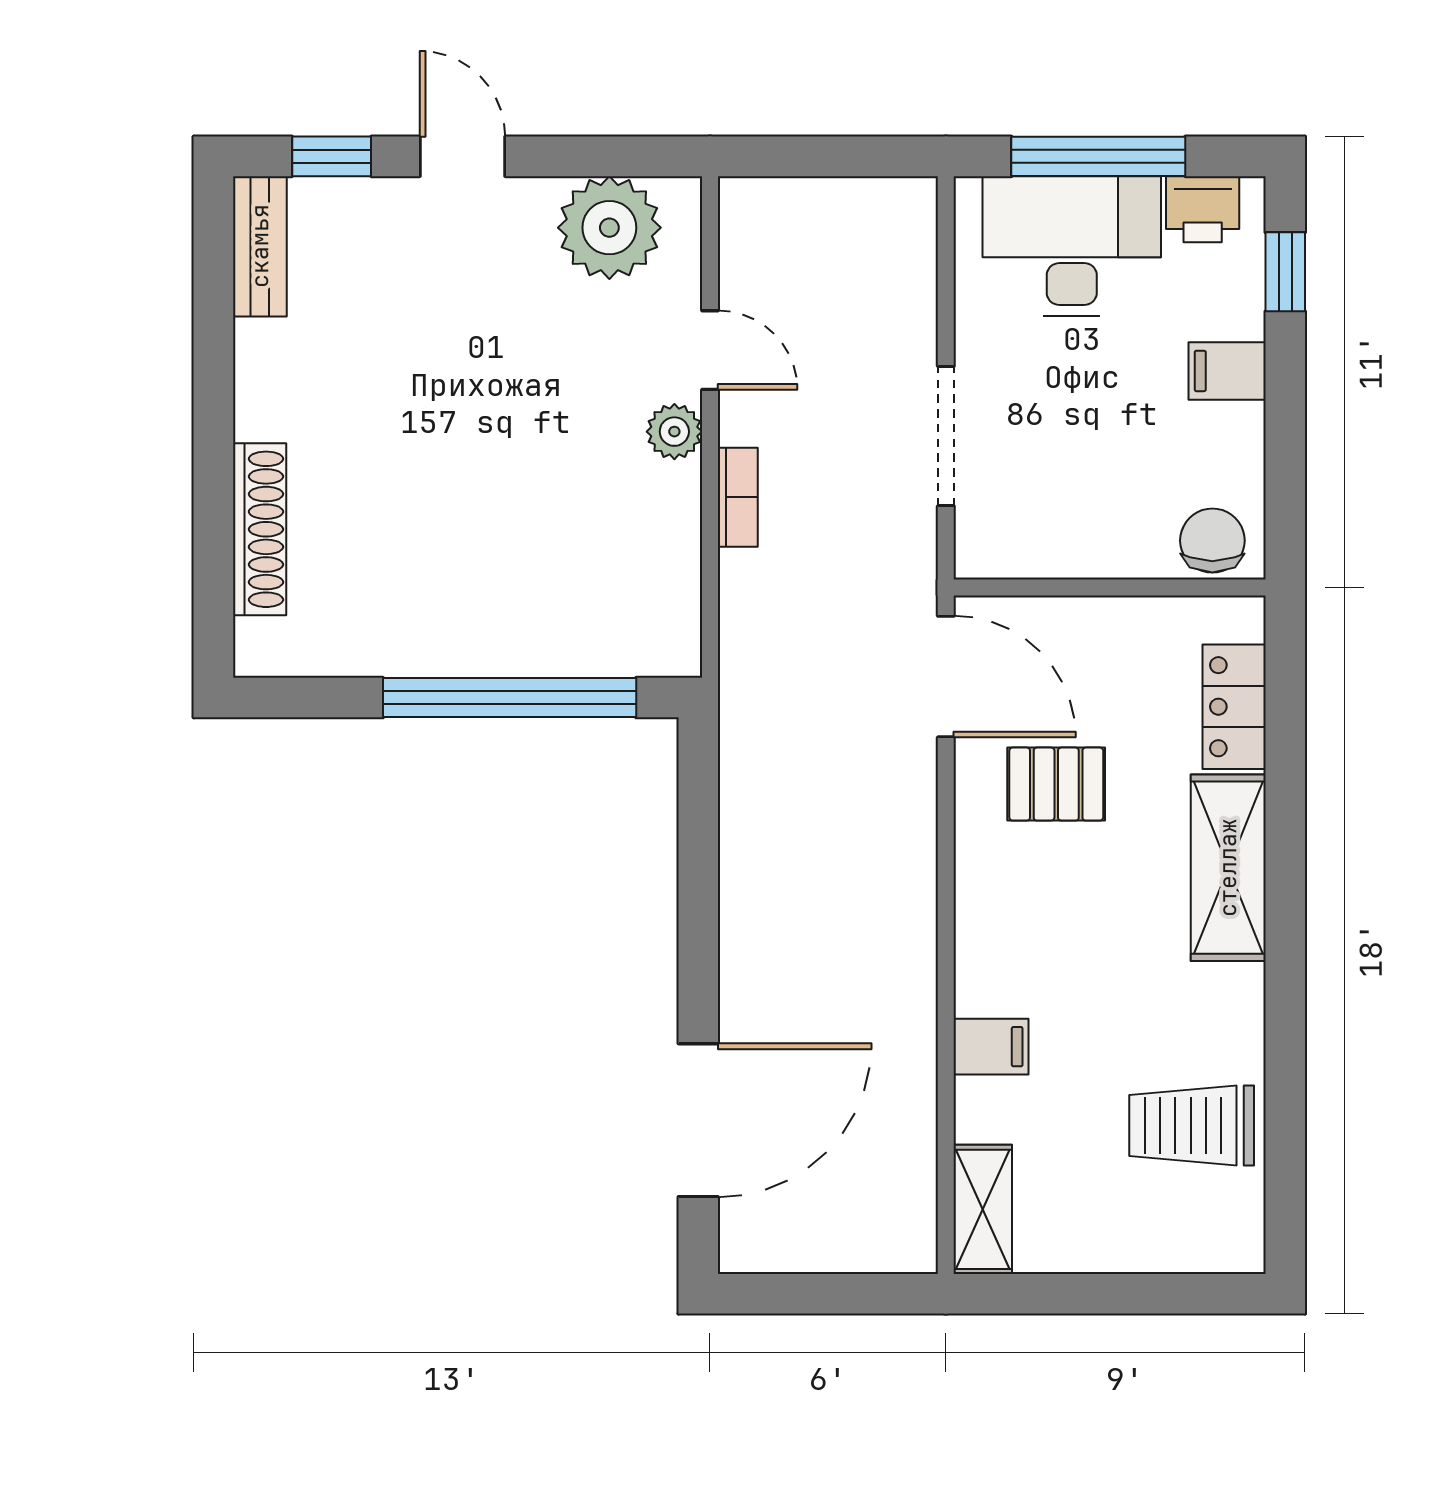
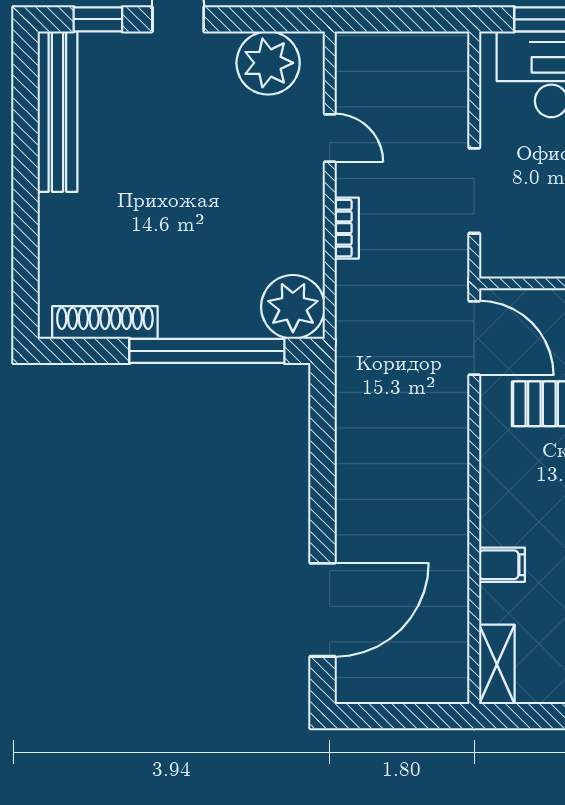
bench: (260, 246) -> (57, 112), width x1.86, depth x1.21
plant: (674, 432) -> (293, 307), moved, width x1.88, depth x1.88
shoe rack: (260, 529) -> (105, 322), moved, turned -90

